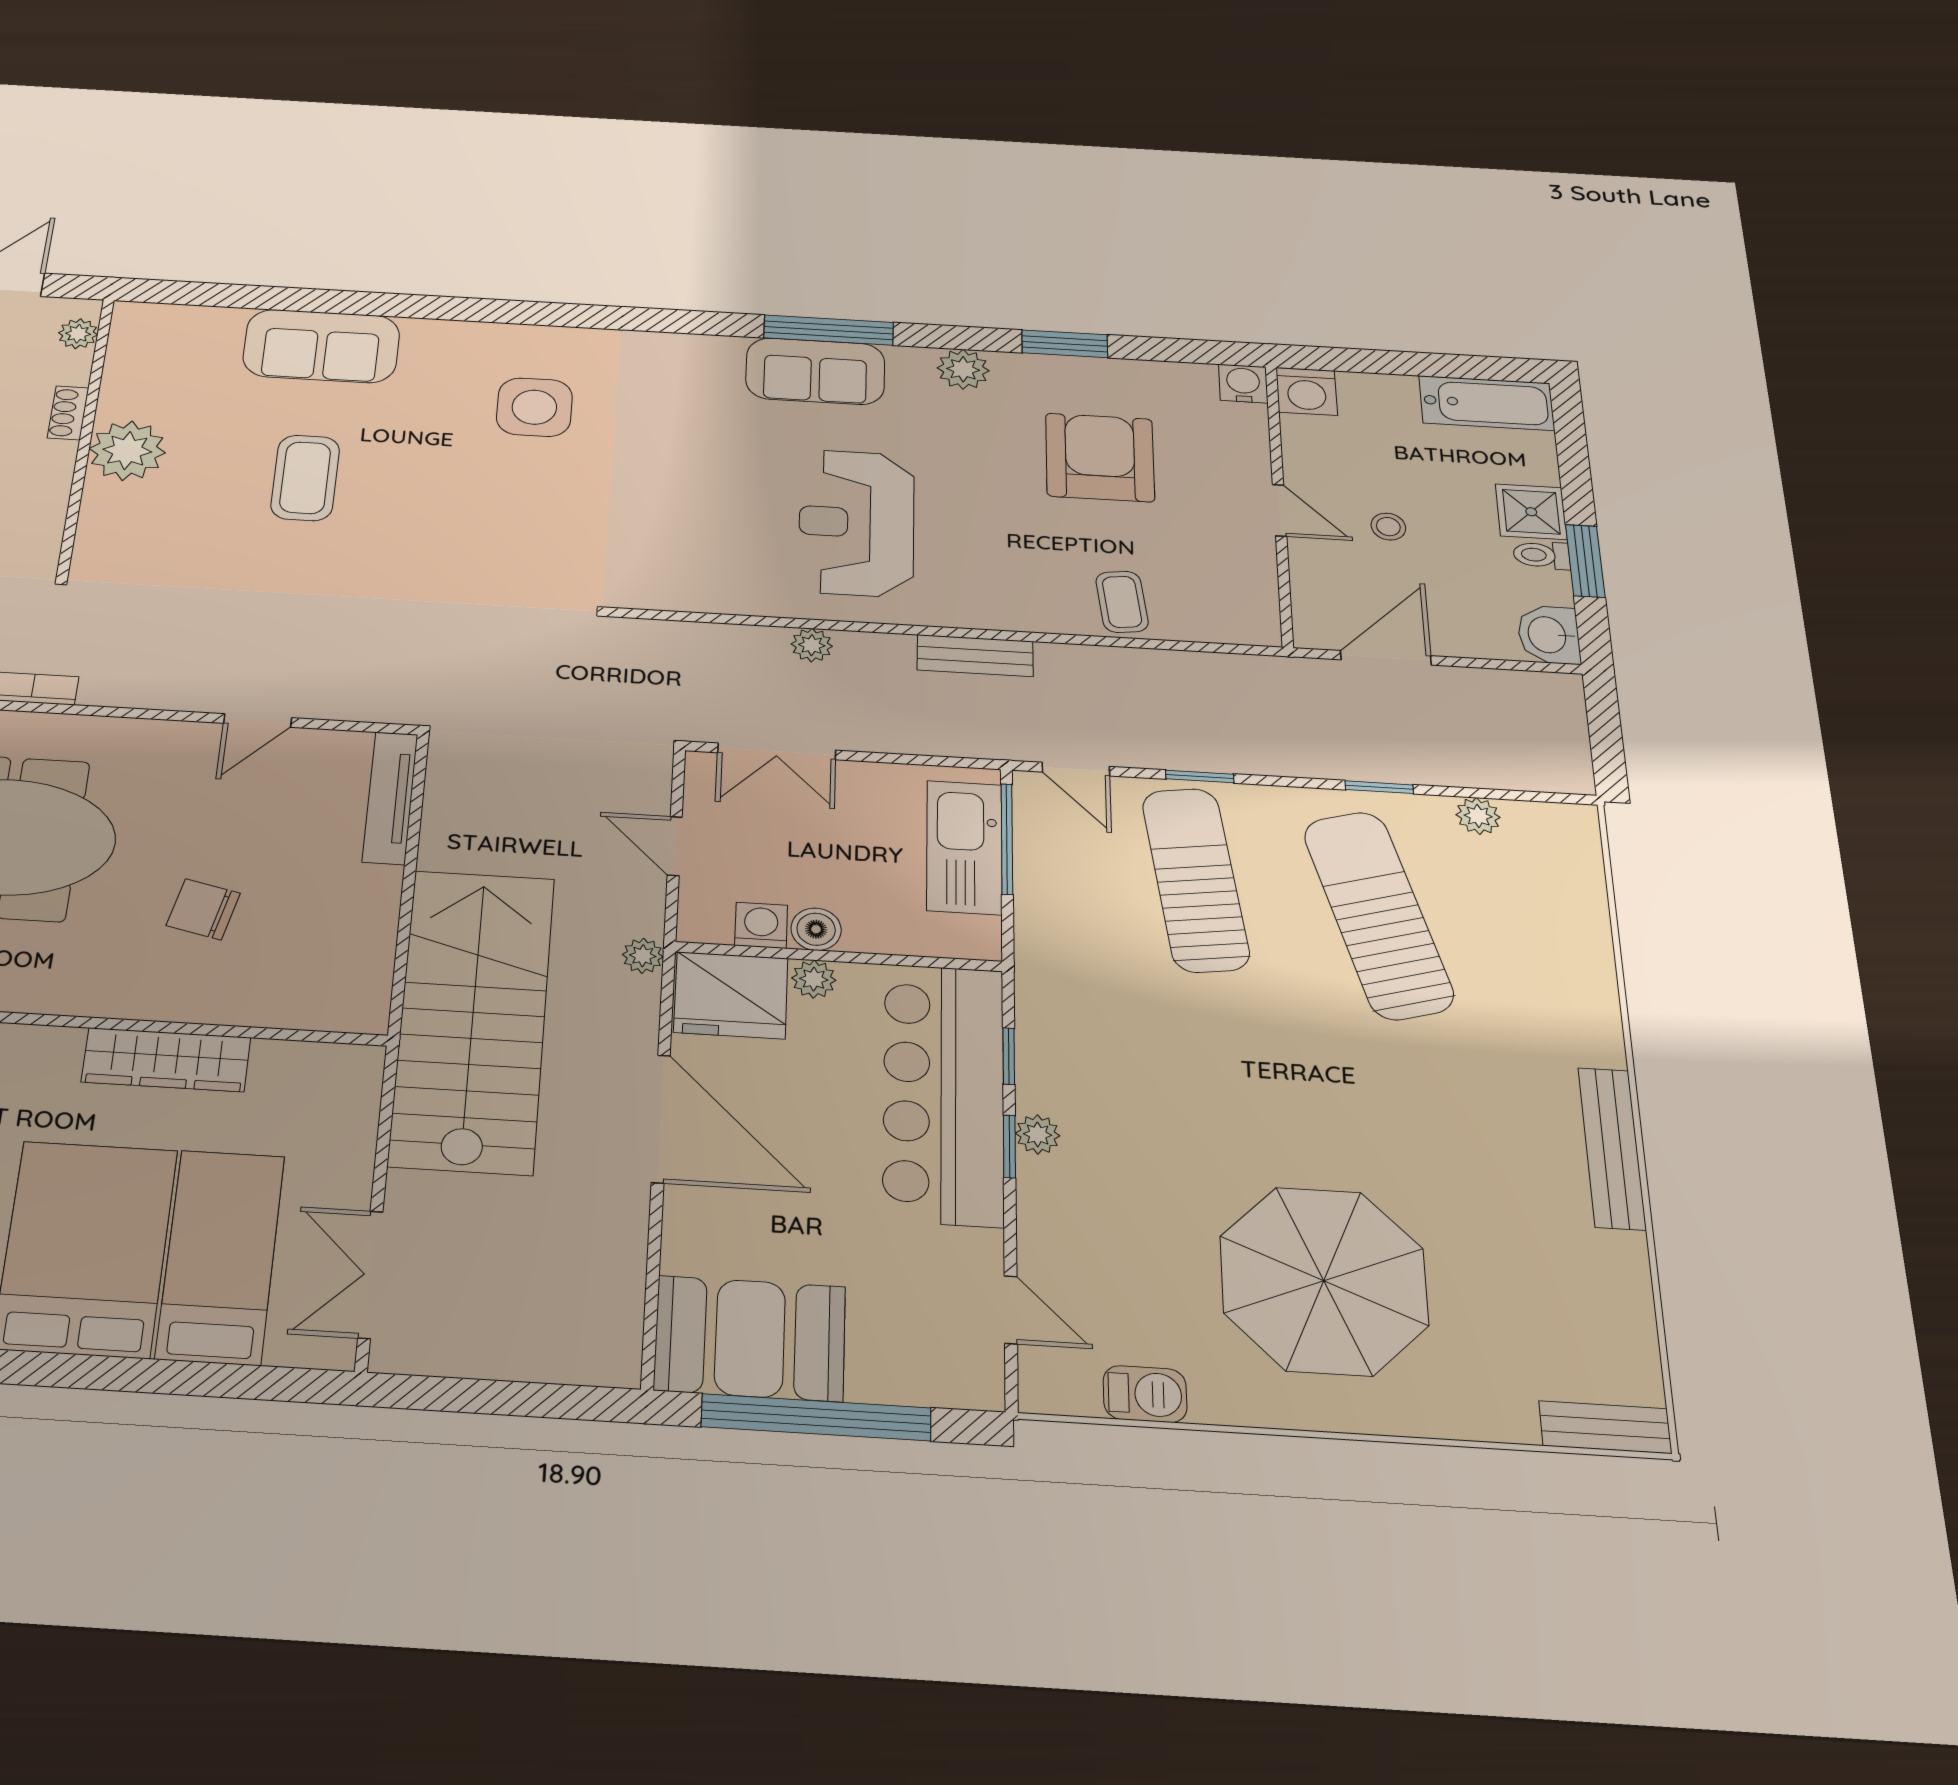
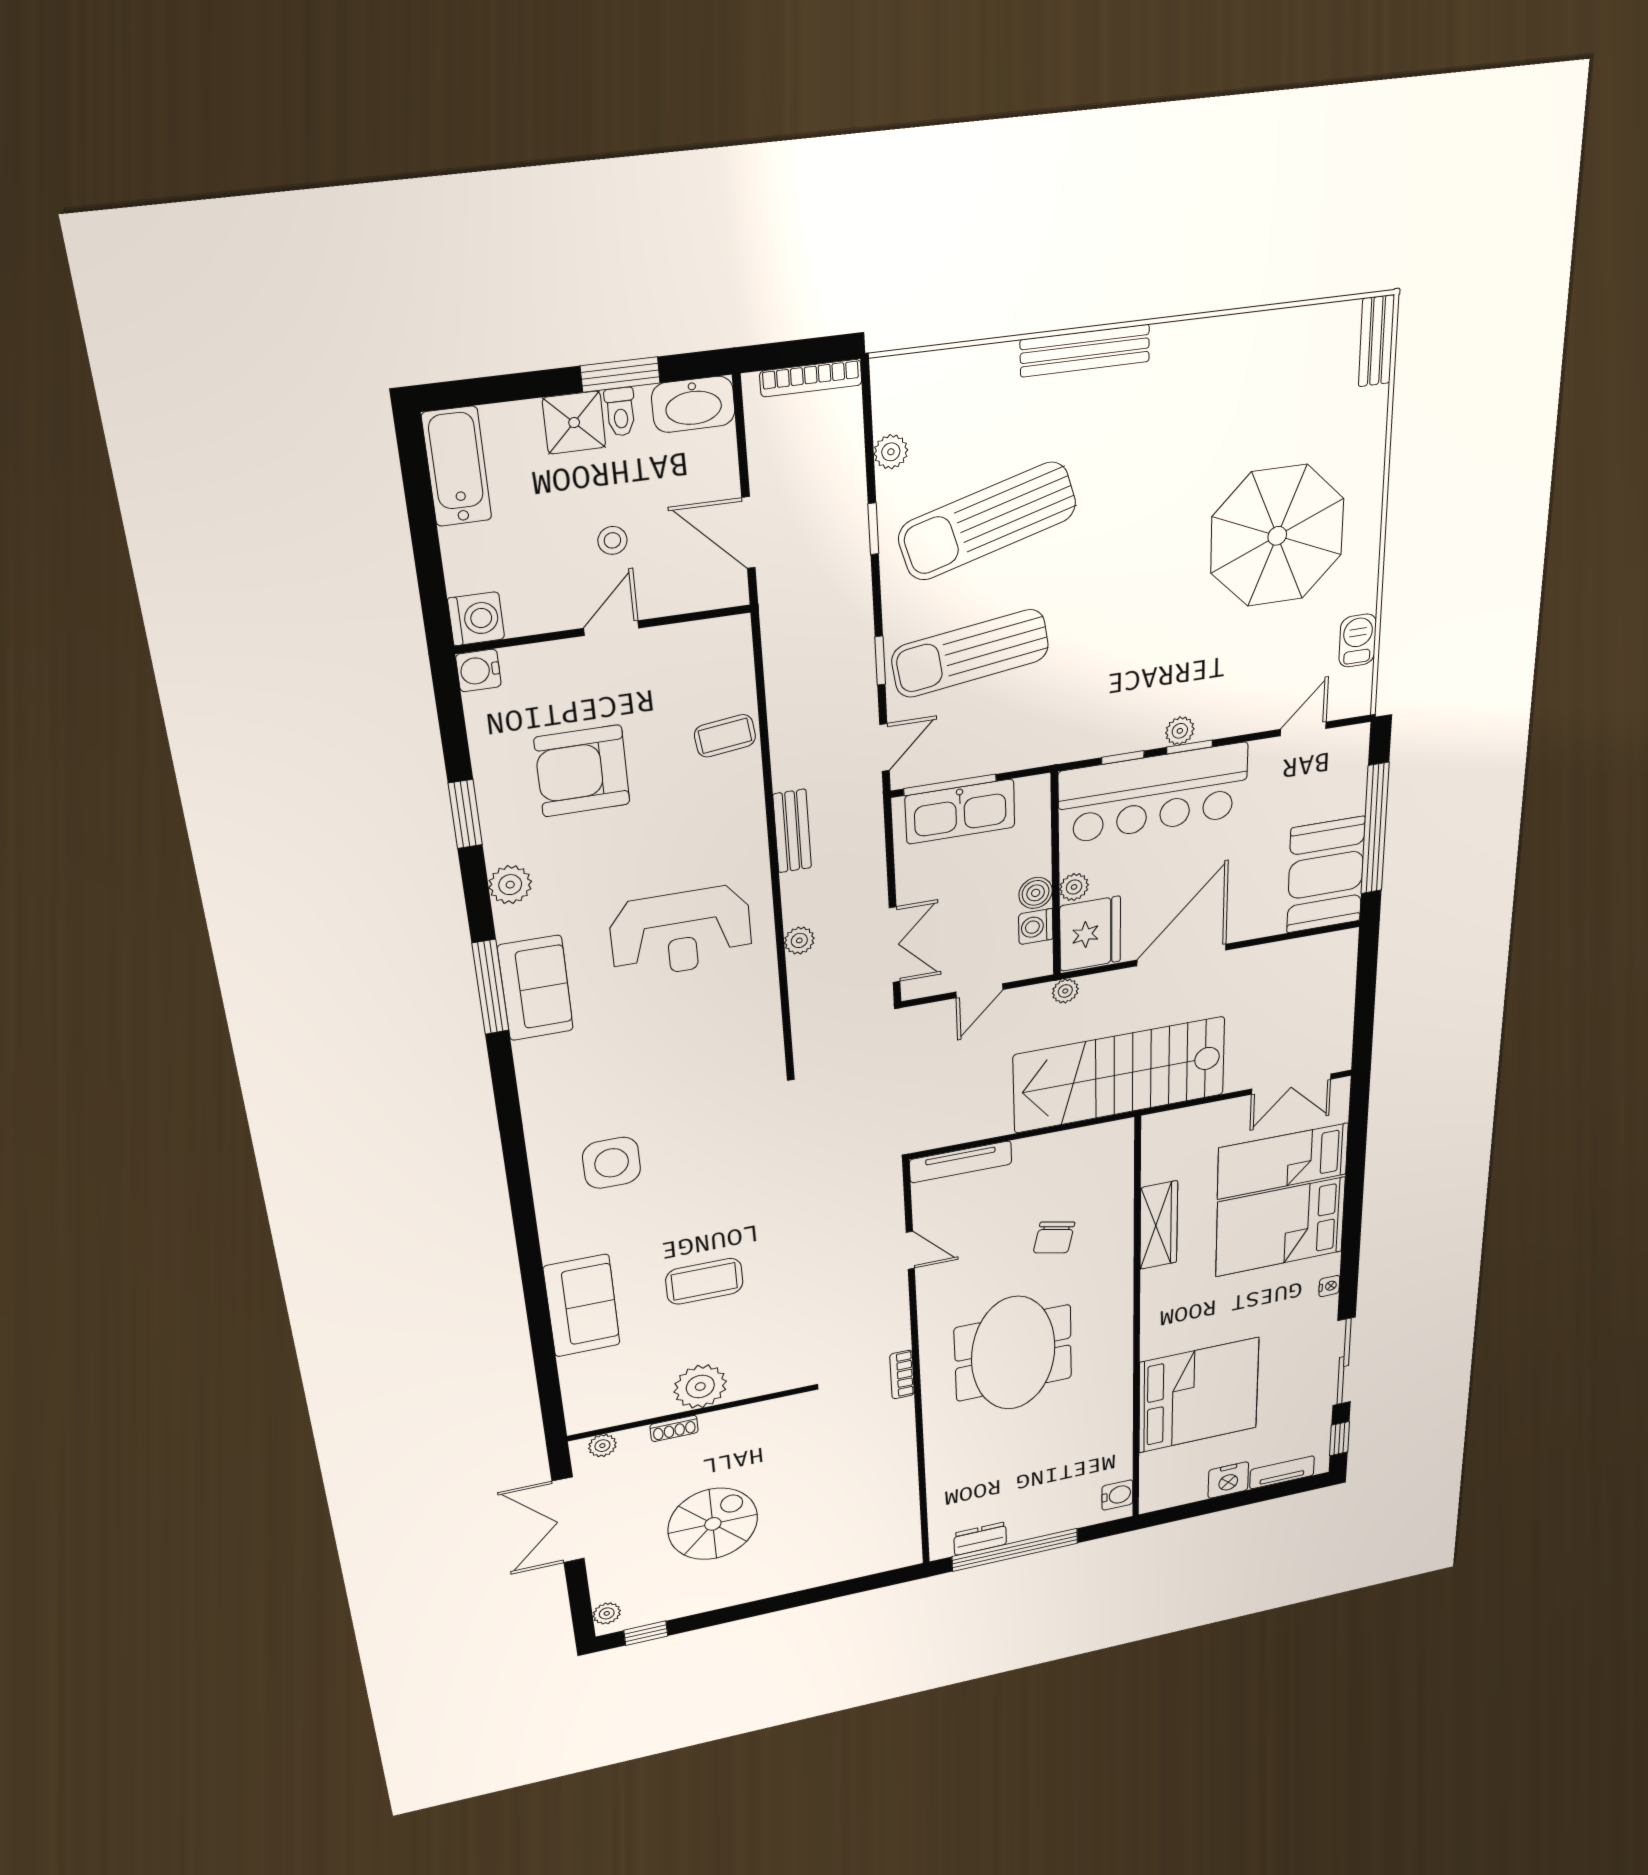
washbasin: (1549, 635) -> (693, 404), width x1.38
bookcase: (1575, 743) -> (811, 378), added
bench: (1612, 1148) -> (1085, 351), moved

